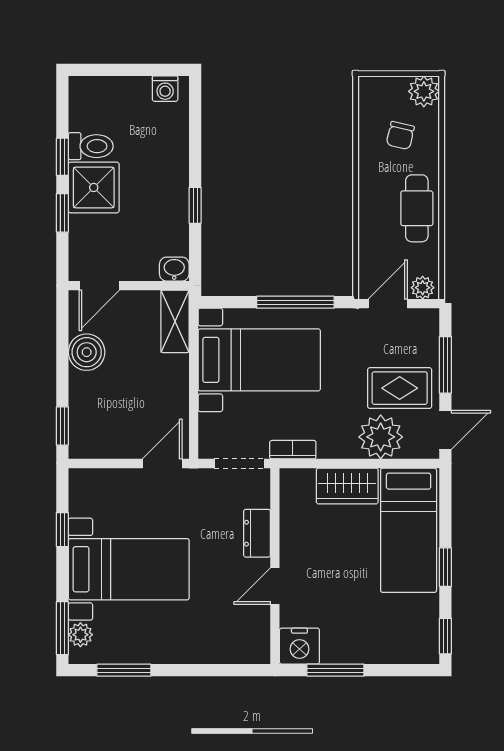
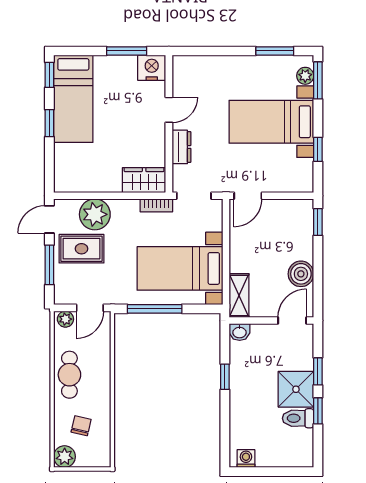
wardrobe: (347, 486) -> (144, 180), moved
bed: (409, 530) -> (73, 99), moved, turned 180

